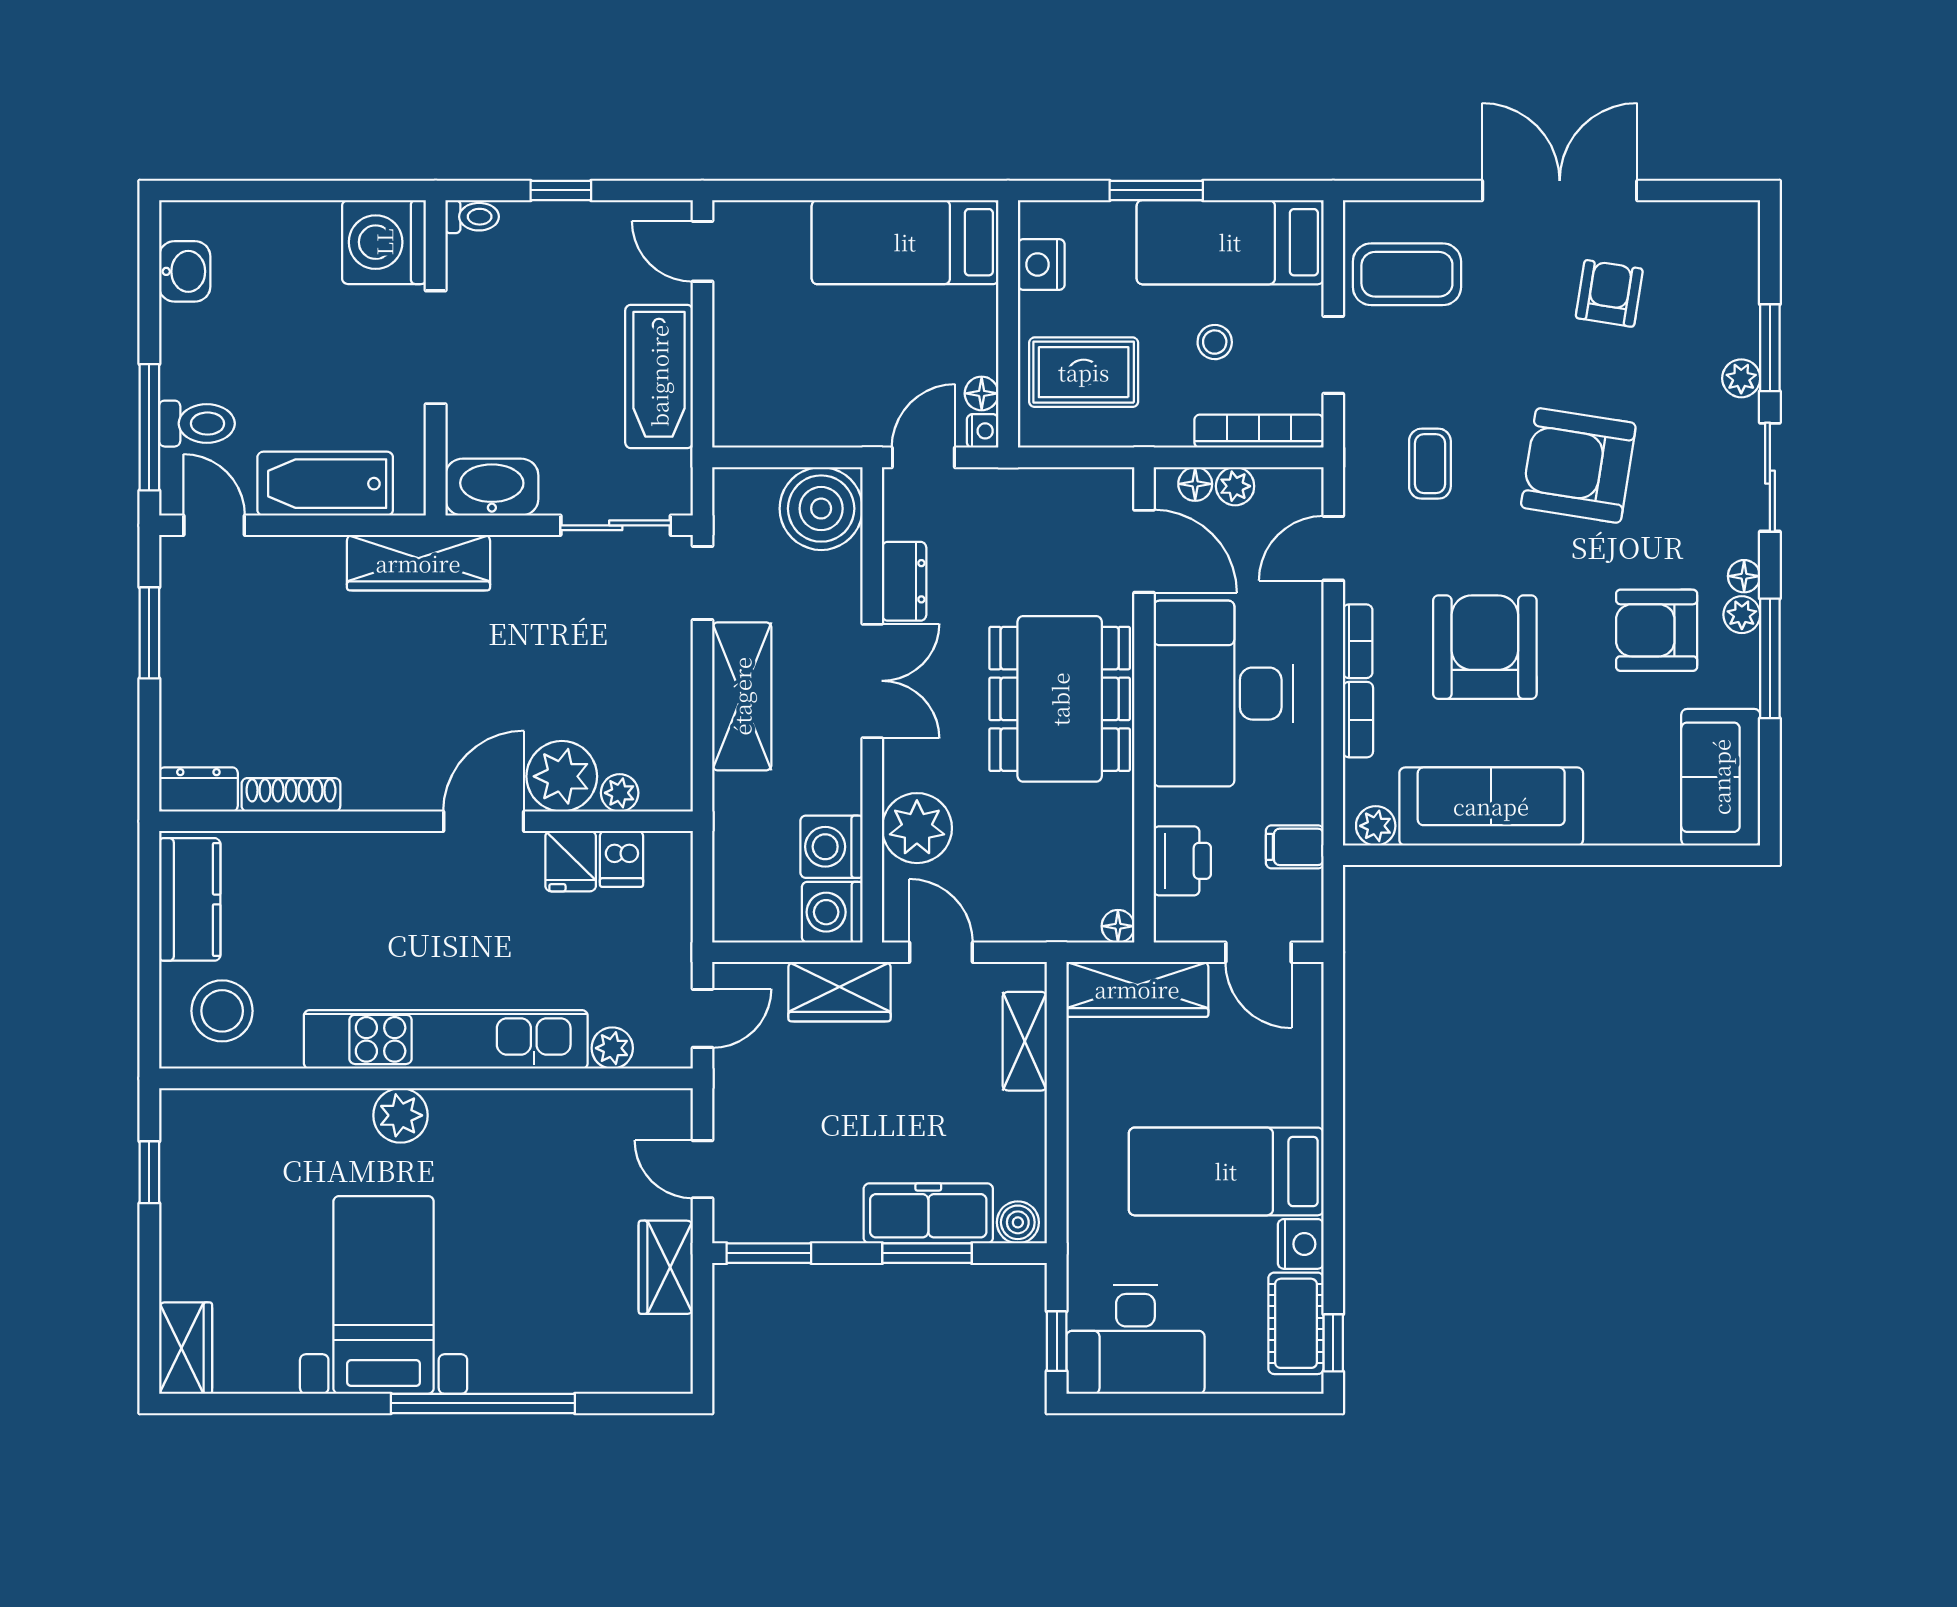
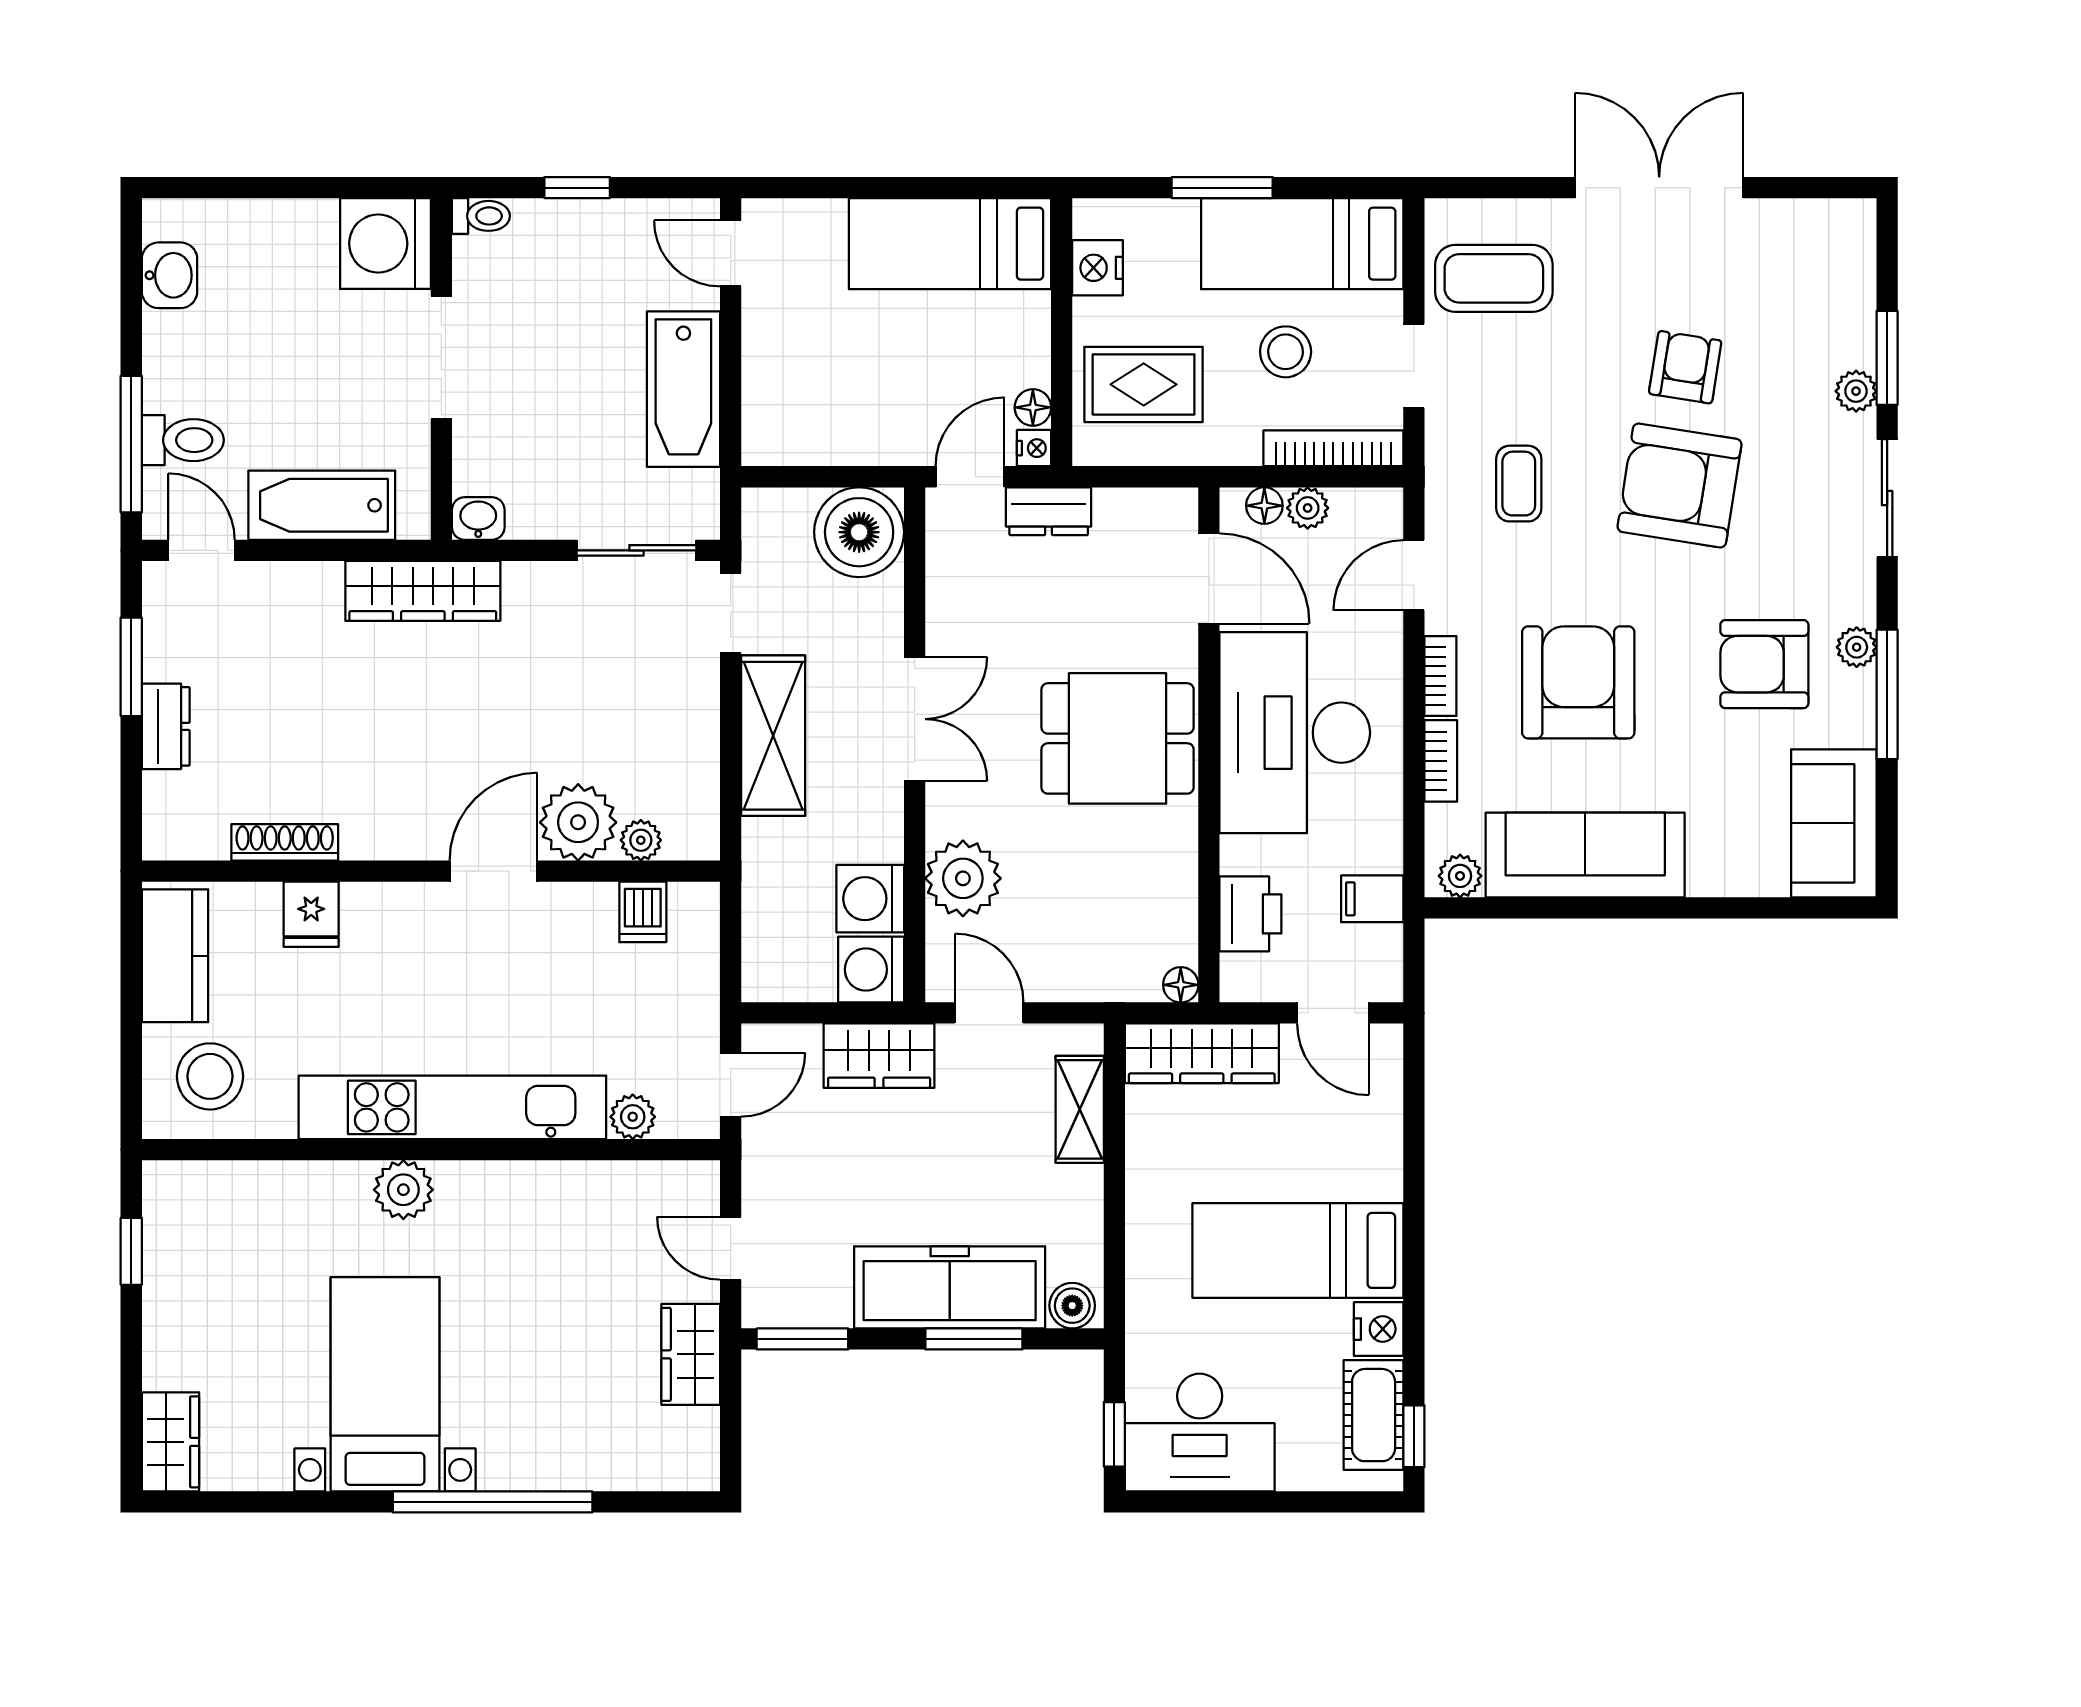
armchair: (1609, 293) -> (1685, 367), moved
stool: (1215, 342) -> (1286, 352), width x1.37, depth x1.37
washbasin: (492, 487) -> (478, 519), width x0.52, depth x0.69
floor lamp: (1744, 576) -> (1859, 605), removed
dresser: (904, 581) -> (1049, 511), moved, turned 90
dining table: (1060, 699) -> (1118, 738), width x0.73
dresser: (198, 789) -> (166, 726), moved, turned 90
fridge: (571, 861) -> (311, 914), moved
freezer: (928, 1213) -> (950, 1287), width x1.36, depth x1.26

